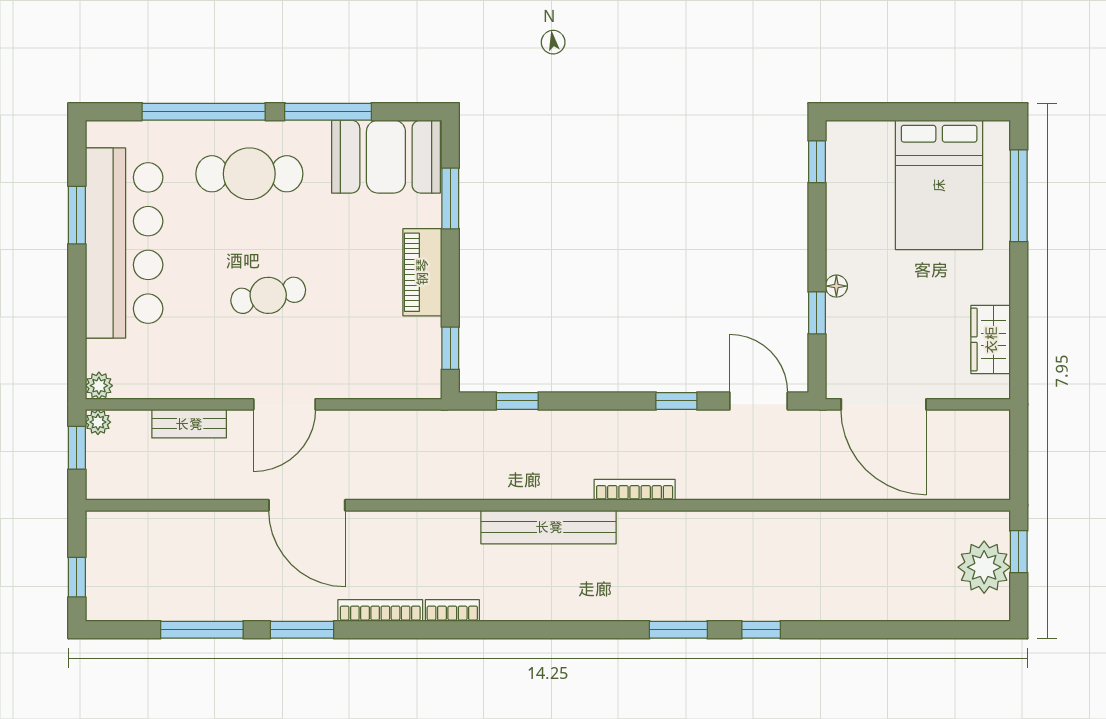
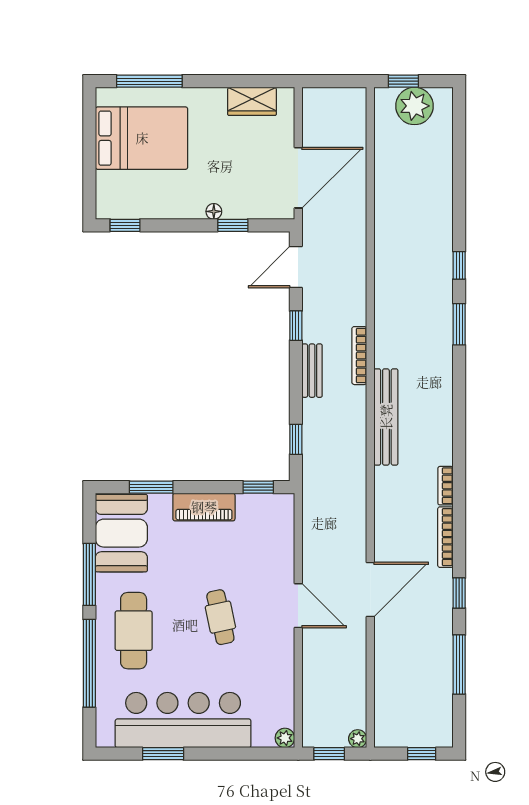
plant: (98, 422) -> (358, 739), moved
bench: (189, 424) -> (312, 371), moved
window: (302, 630) -> (459, 593), width x0.67

